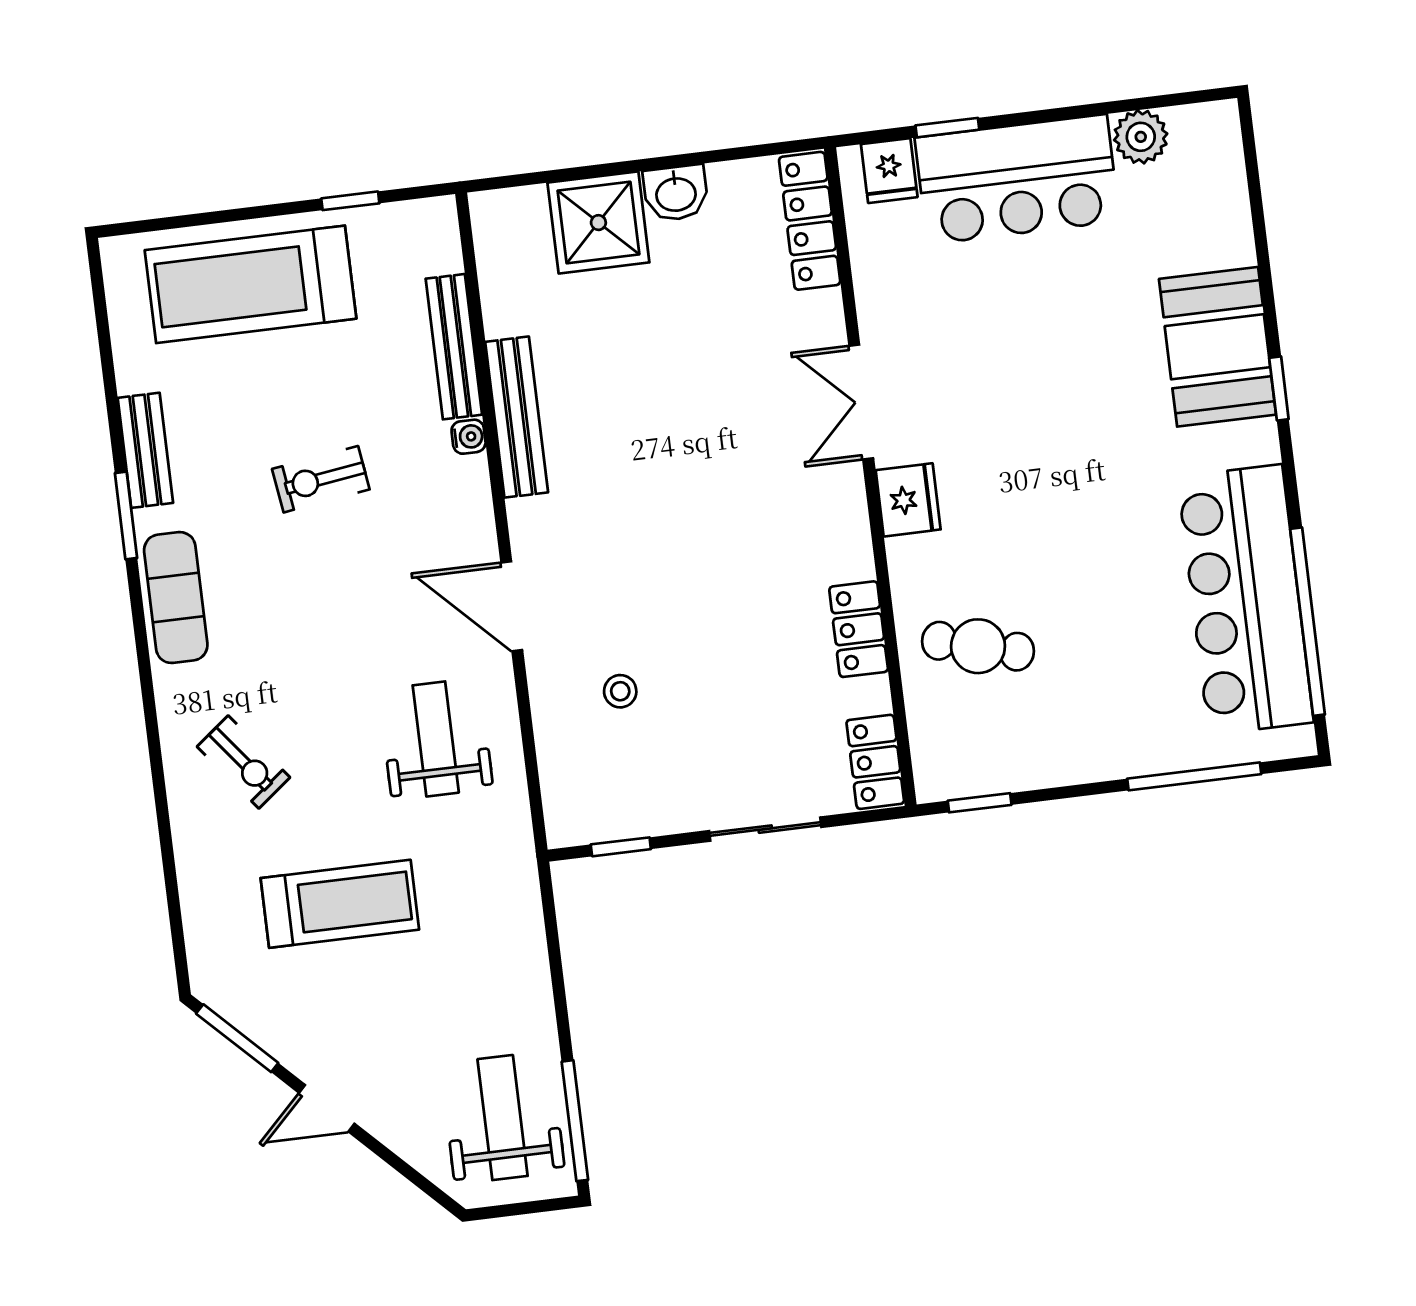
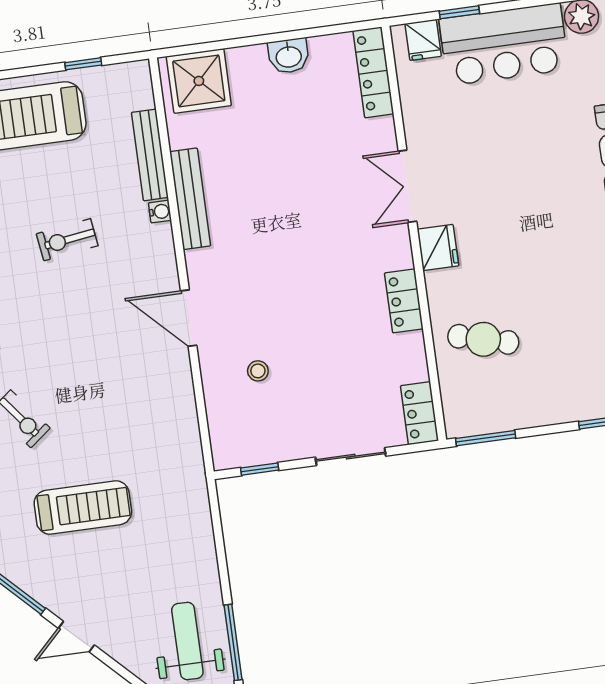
shower: (598, 223) -> (199, 81), moved
locker: (859, 629) -> (404, 301), moved
weight bench: (436, 739) -> (142, 403), removed
window: (980, 803) -> (486, 438), width x1.50

